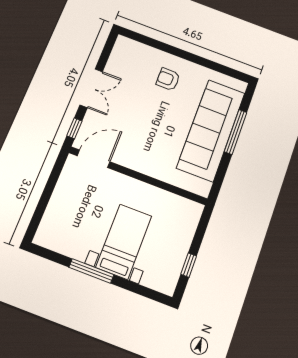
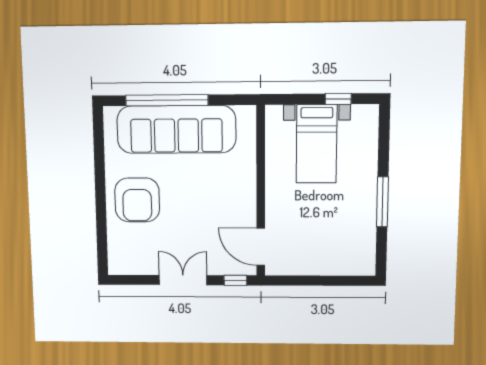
armchair: (168, 79) -> (137, 200), width x1.88, depth x1.88
window: (236, 132) -> (167, 100), width x1.46
bed with nightstands: (124, 241) -> (317, 144), moved, turned -90

